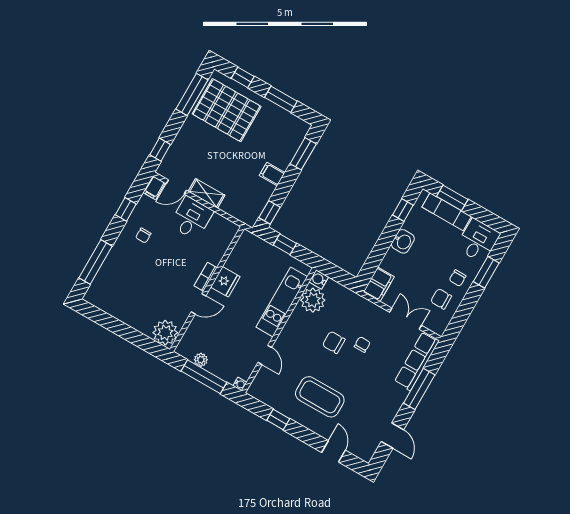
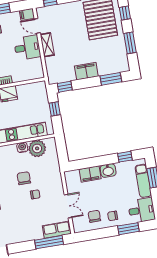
filing cabinet: (272, 174) -> (86, 71), width x2.00
water cooler: (319, 279) -> (22, 147), moved
filing cabinet: (379, 284) -> (90, 174), moved
row of seats: (417, 361) -> (57, 230), width x0.68
window: (419, 389) -> (49, 242), moved

